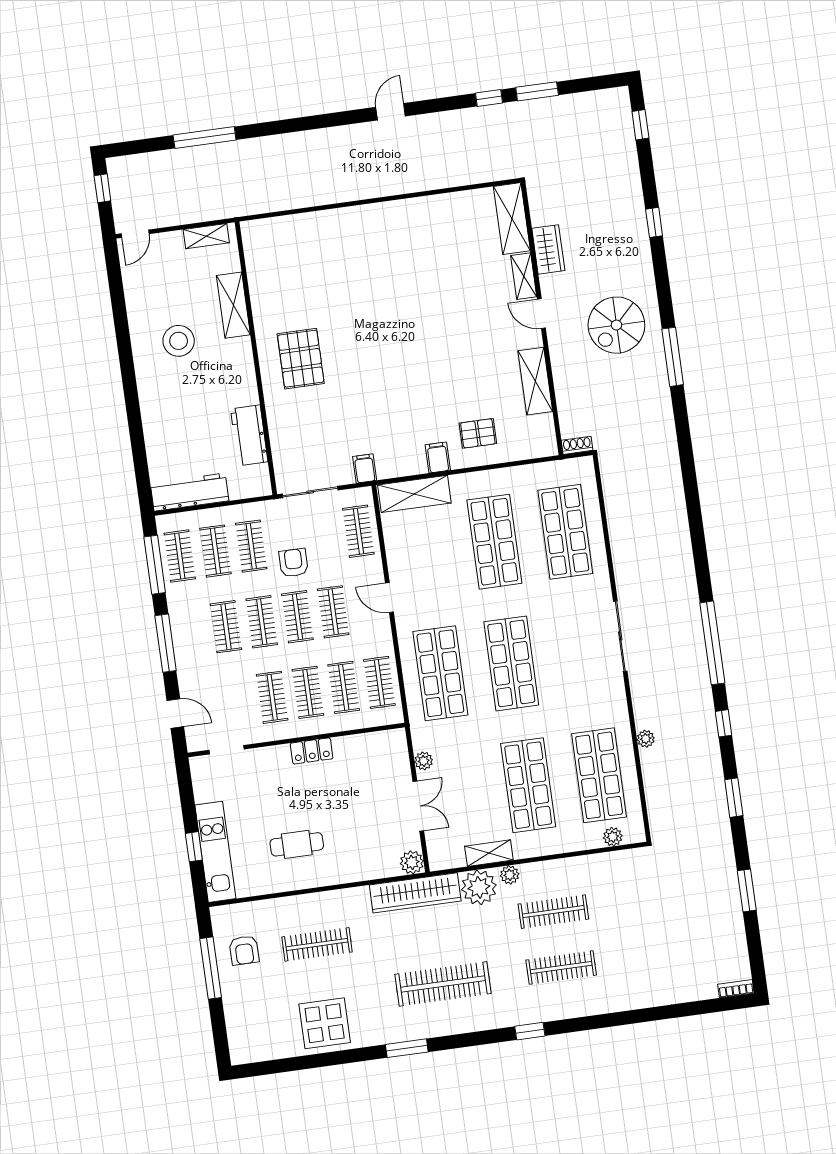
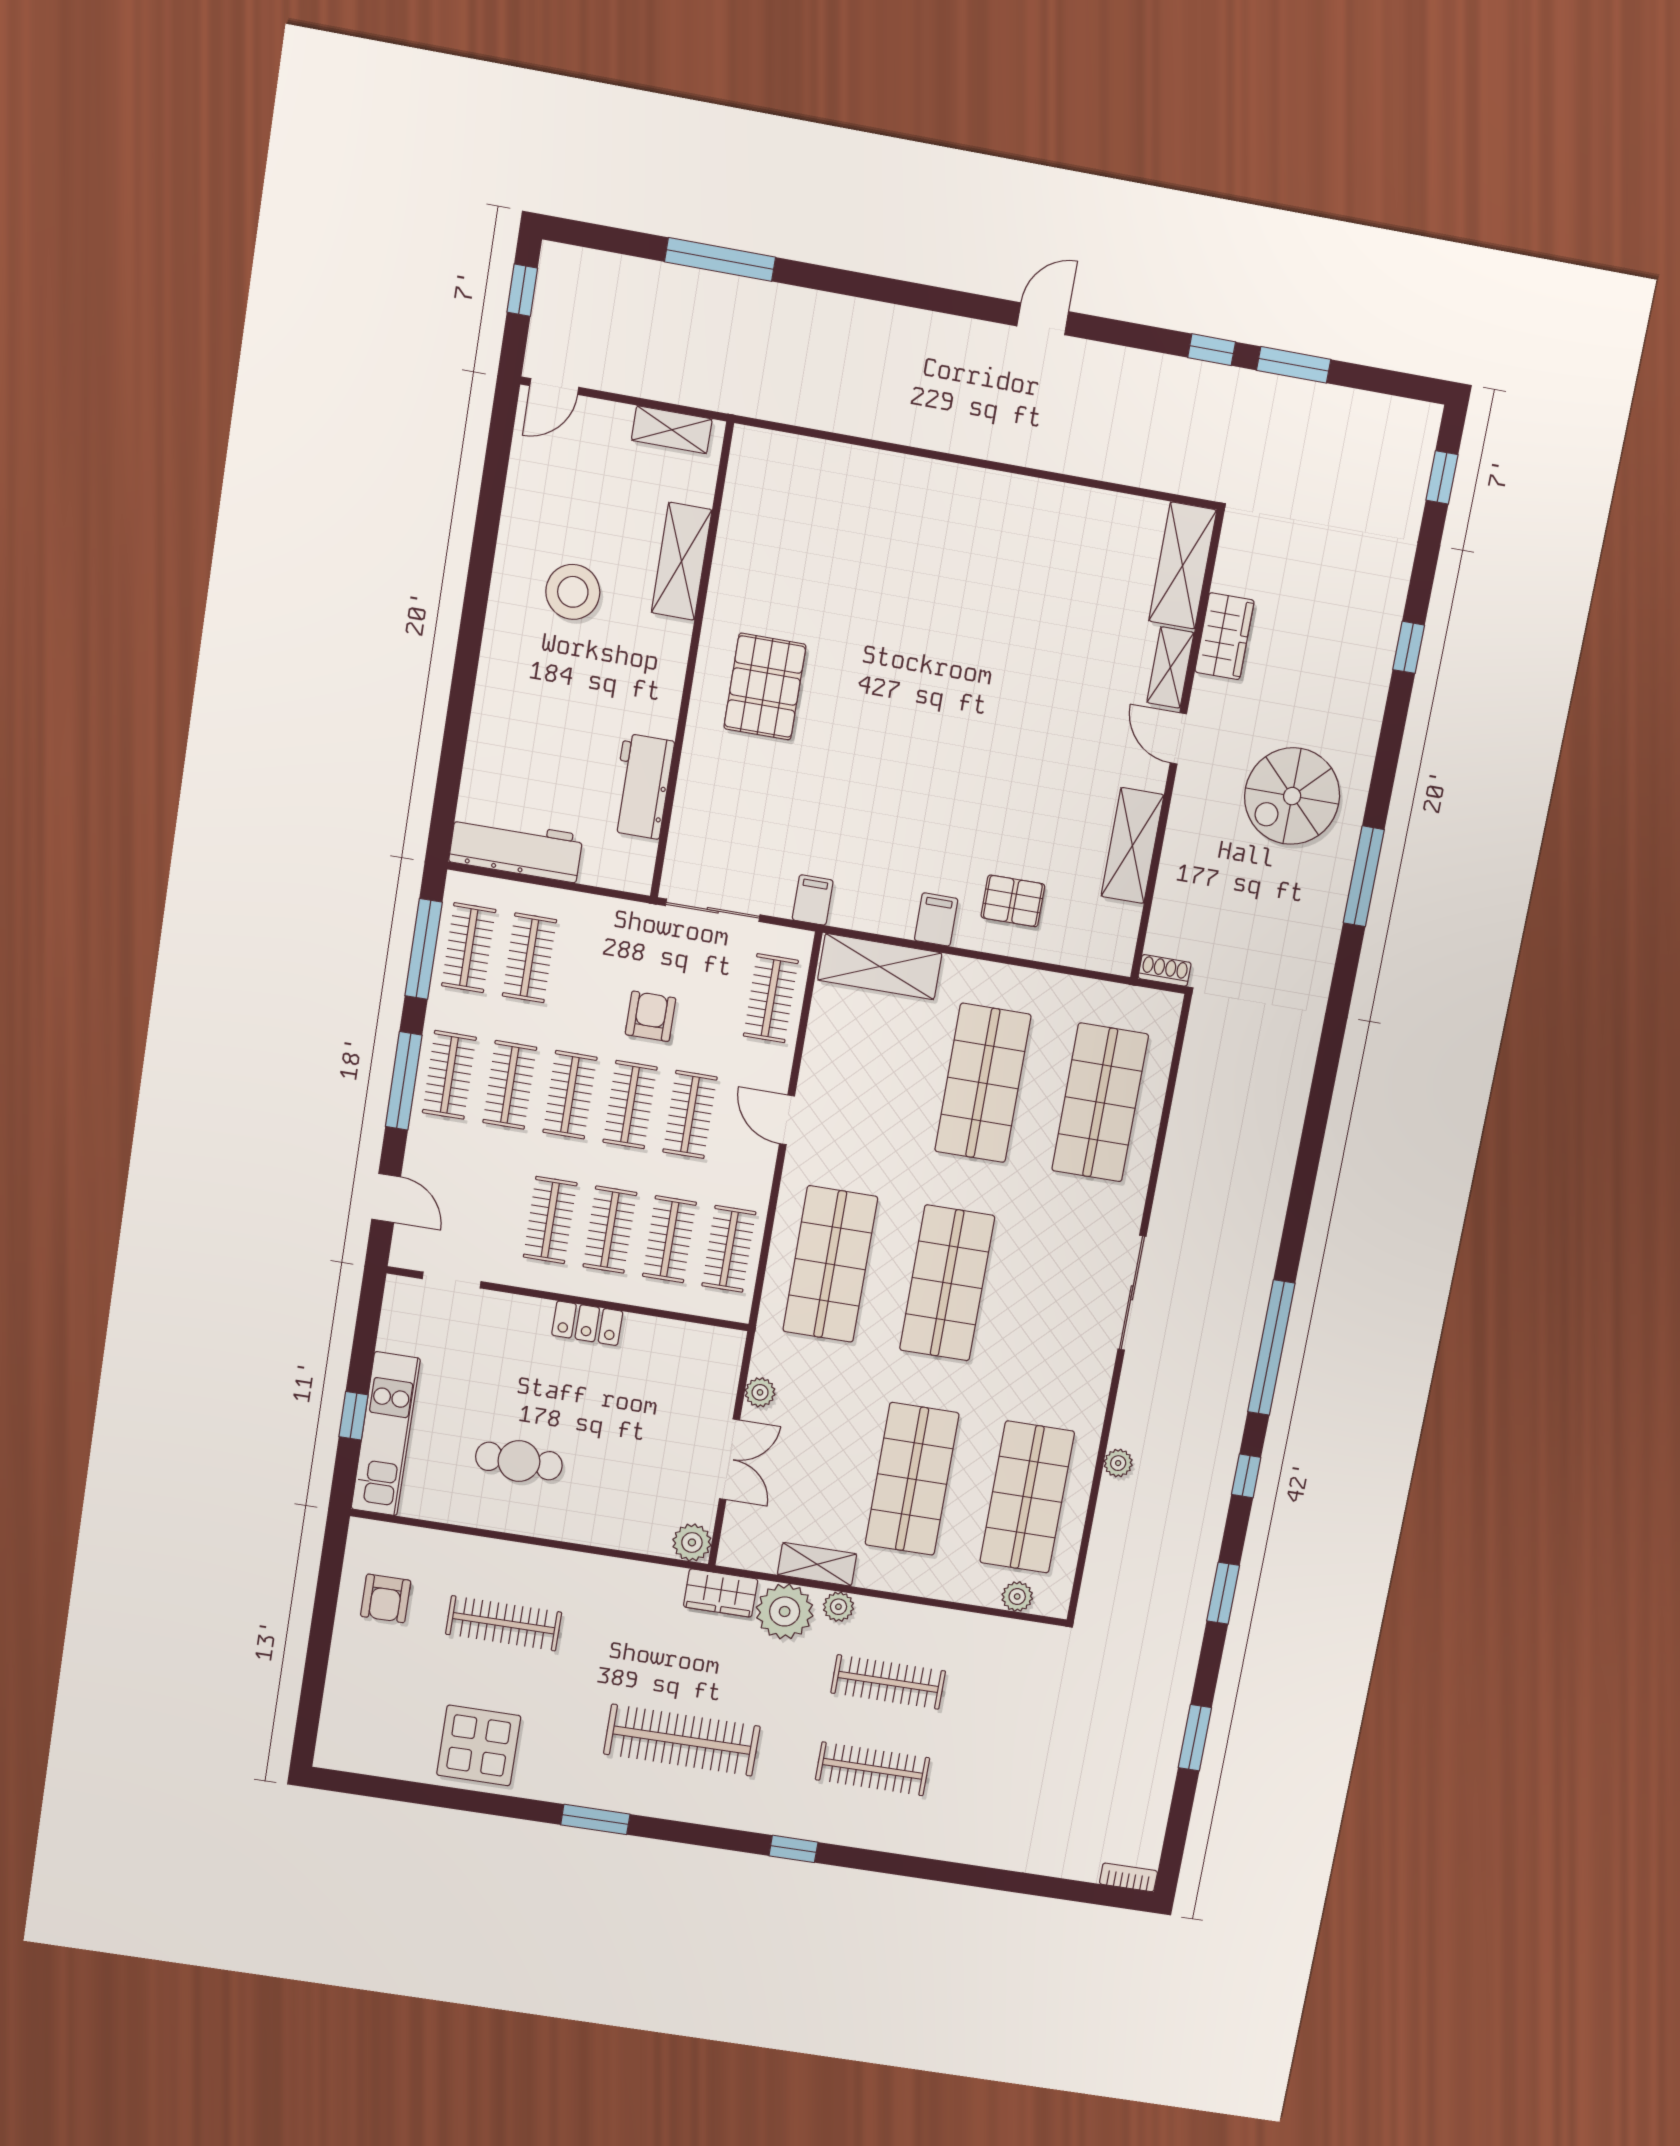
clothes rail: (251, 546) -> (449, 1075), moved
wardrobe: (415, 893) -> (721, 1593), width x0.48, depth x0.85
window: (211, 968) -> (324, 1610), removed

